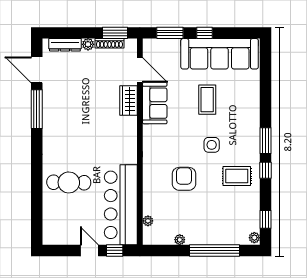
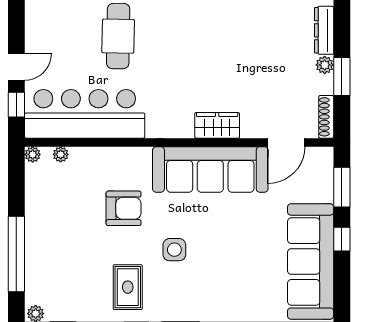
window: (115, 33) -> (342, 76), moved
shoe rack: (109, 43) -> (326, 117), moved
coffee table: (207, 100) -> (242, 243), removed
wardrobe: (129, 101) -> (217, 125), moved
sofa: (155, 103) -> (210, 169), width x1.85, depth x1.27
plant: (180, 240) -> (33, 154), moved

